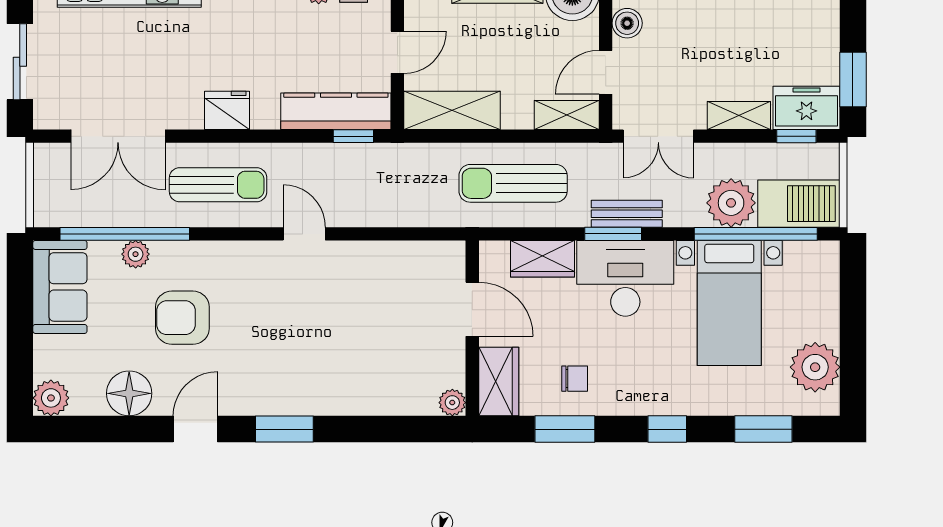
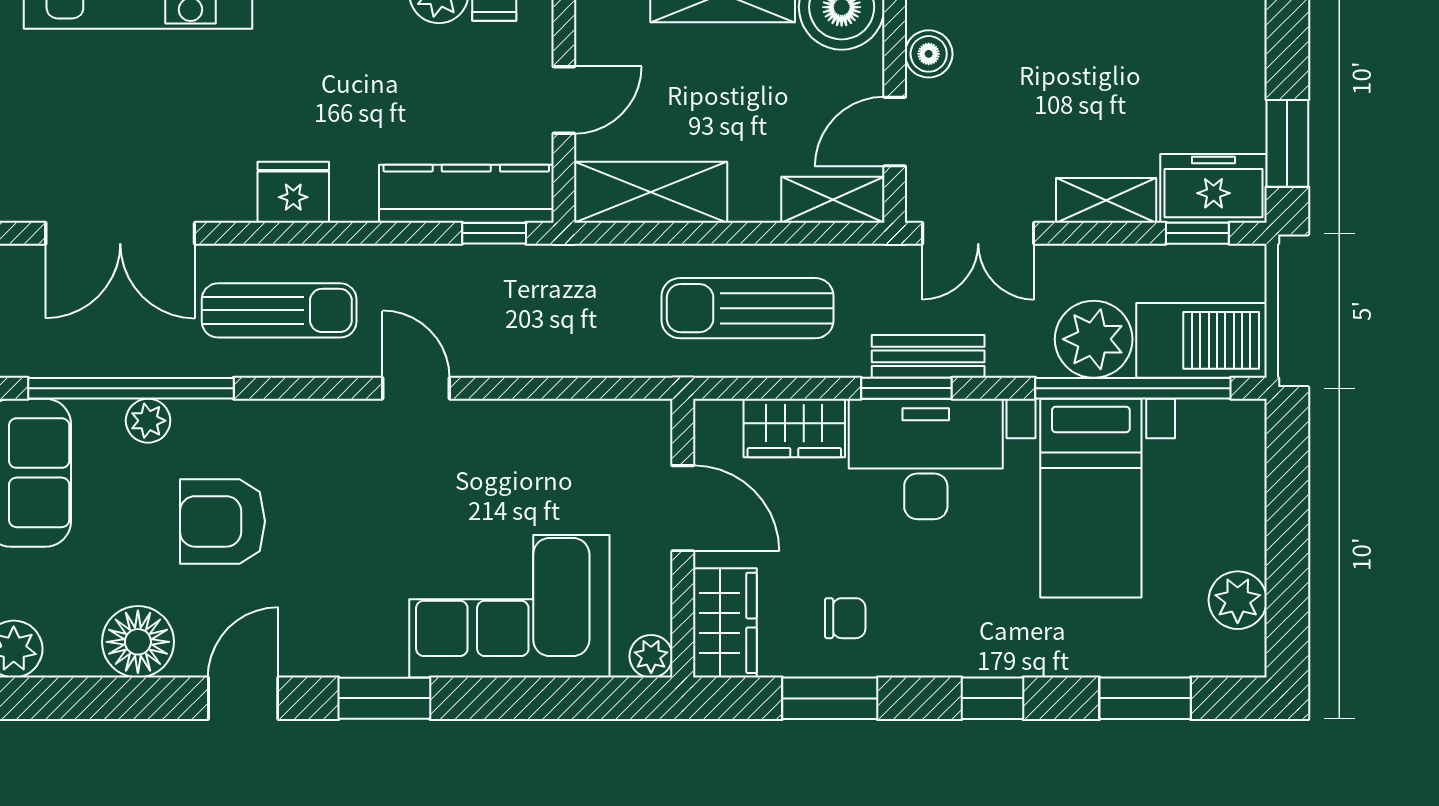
plant: (815, 367) -> (1238, 600), width x0.73, depth x0.73
corner sofa: (363, 371) -> (509, 606), added

